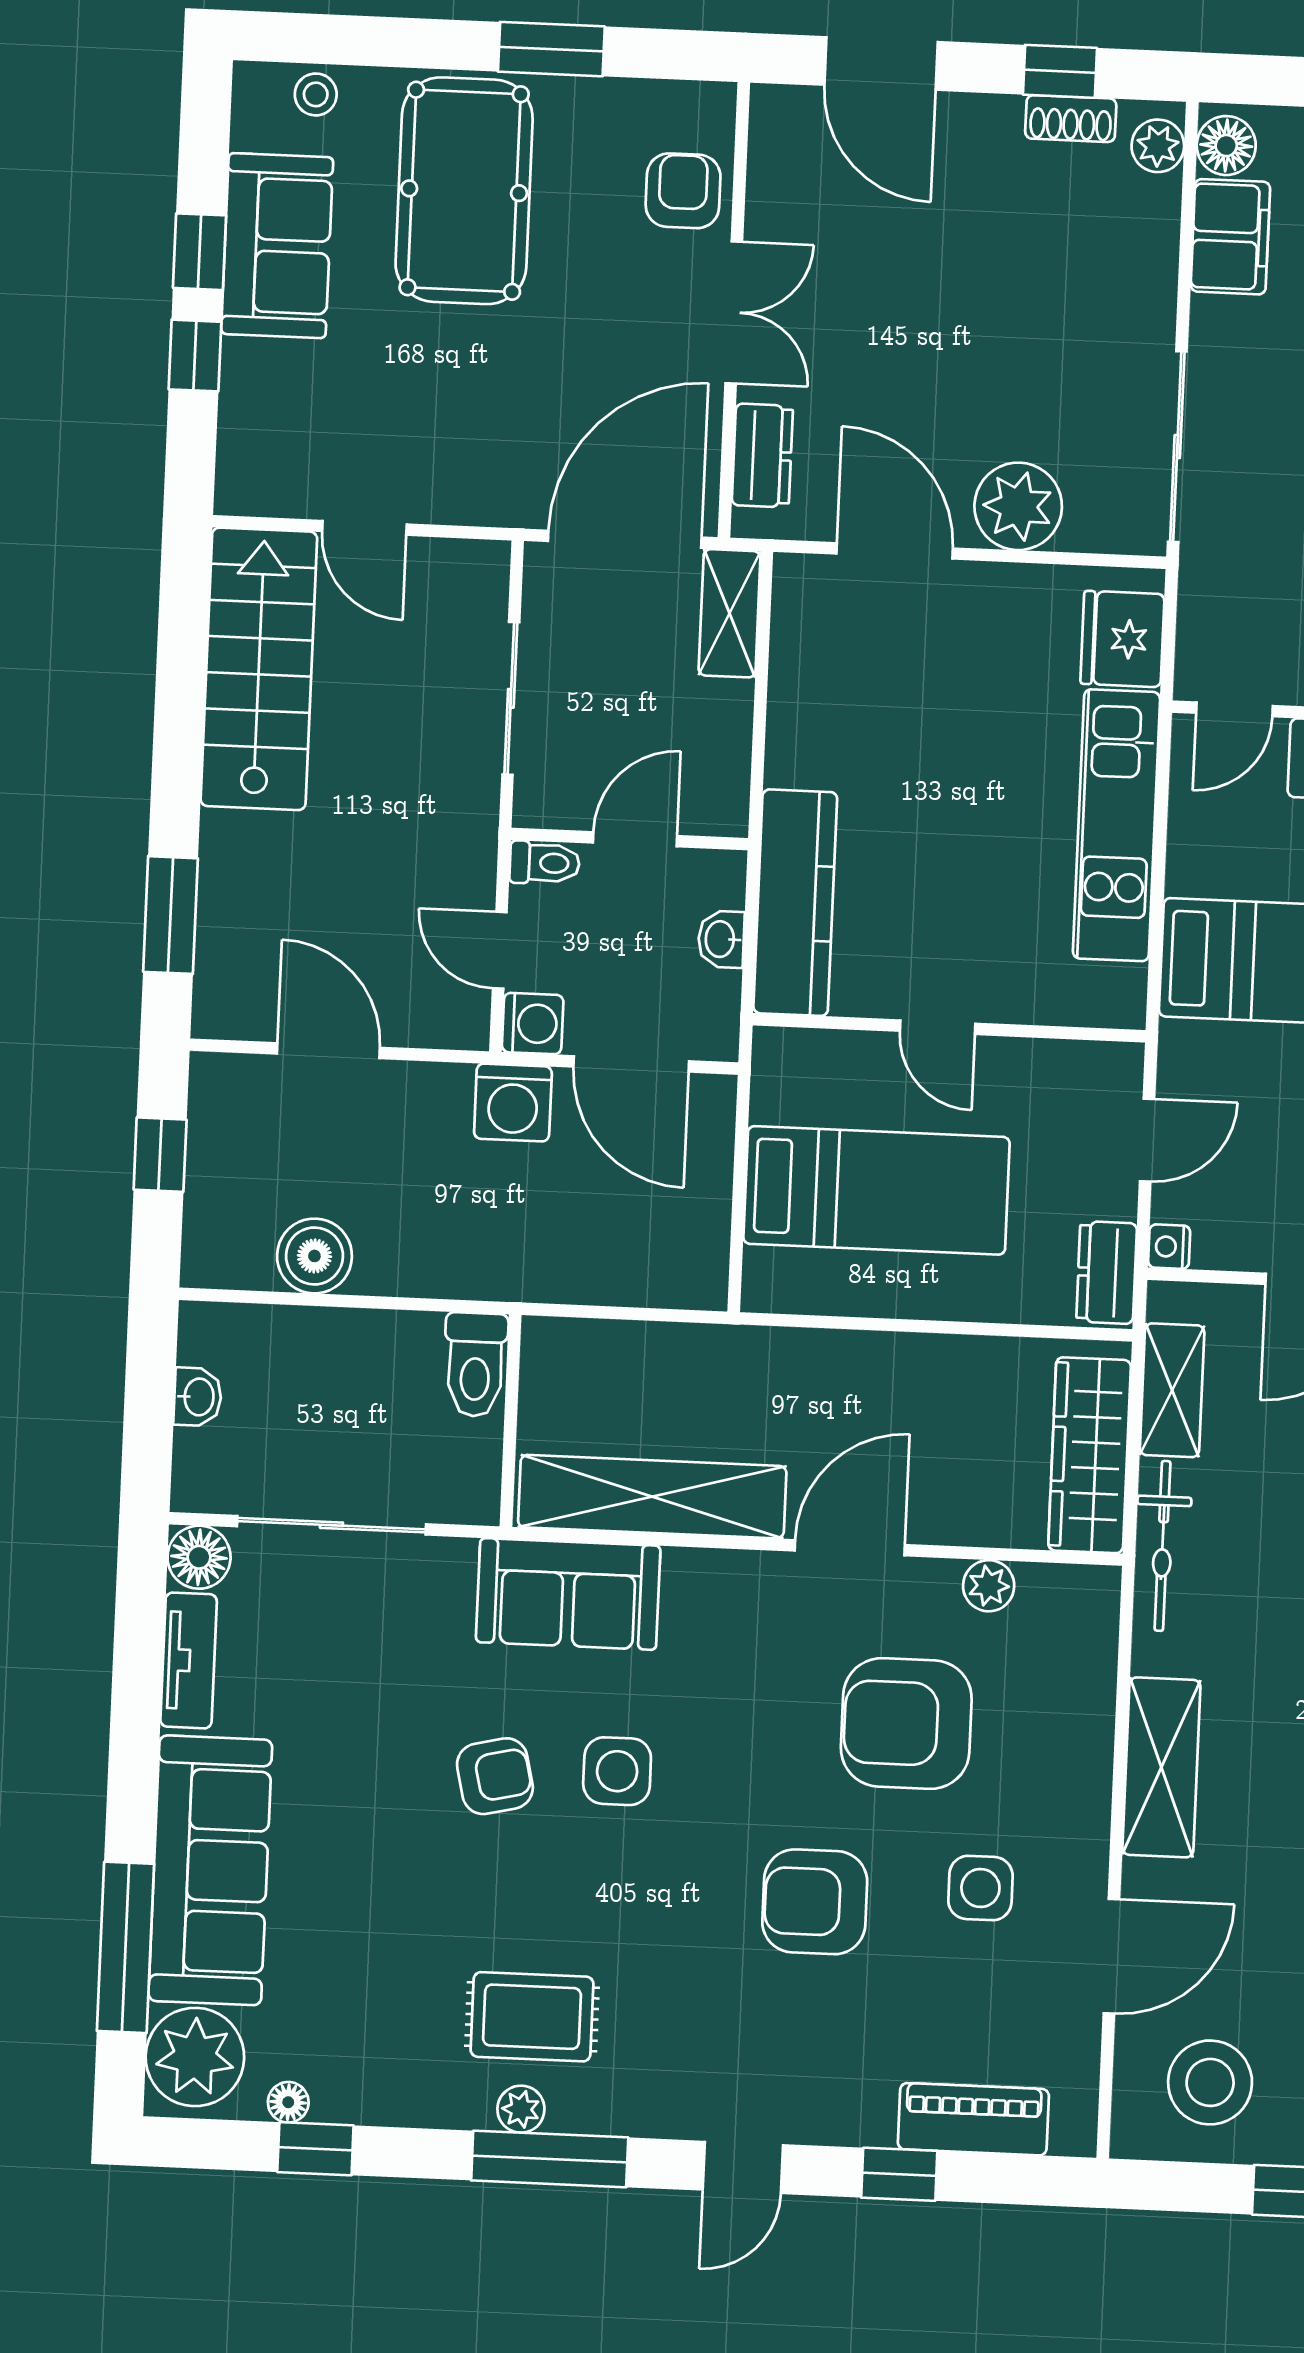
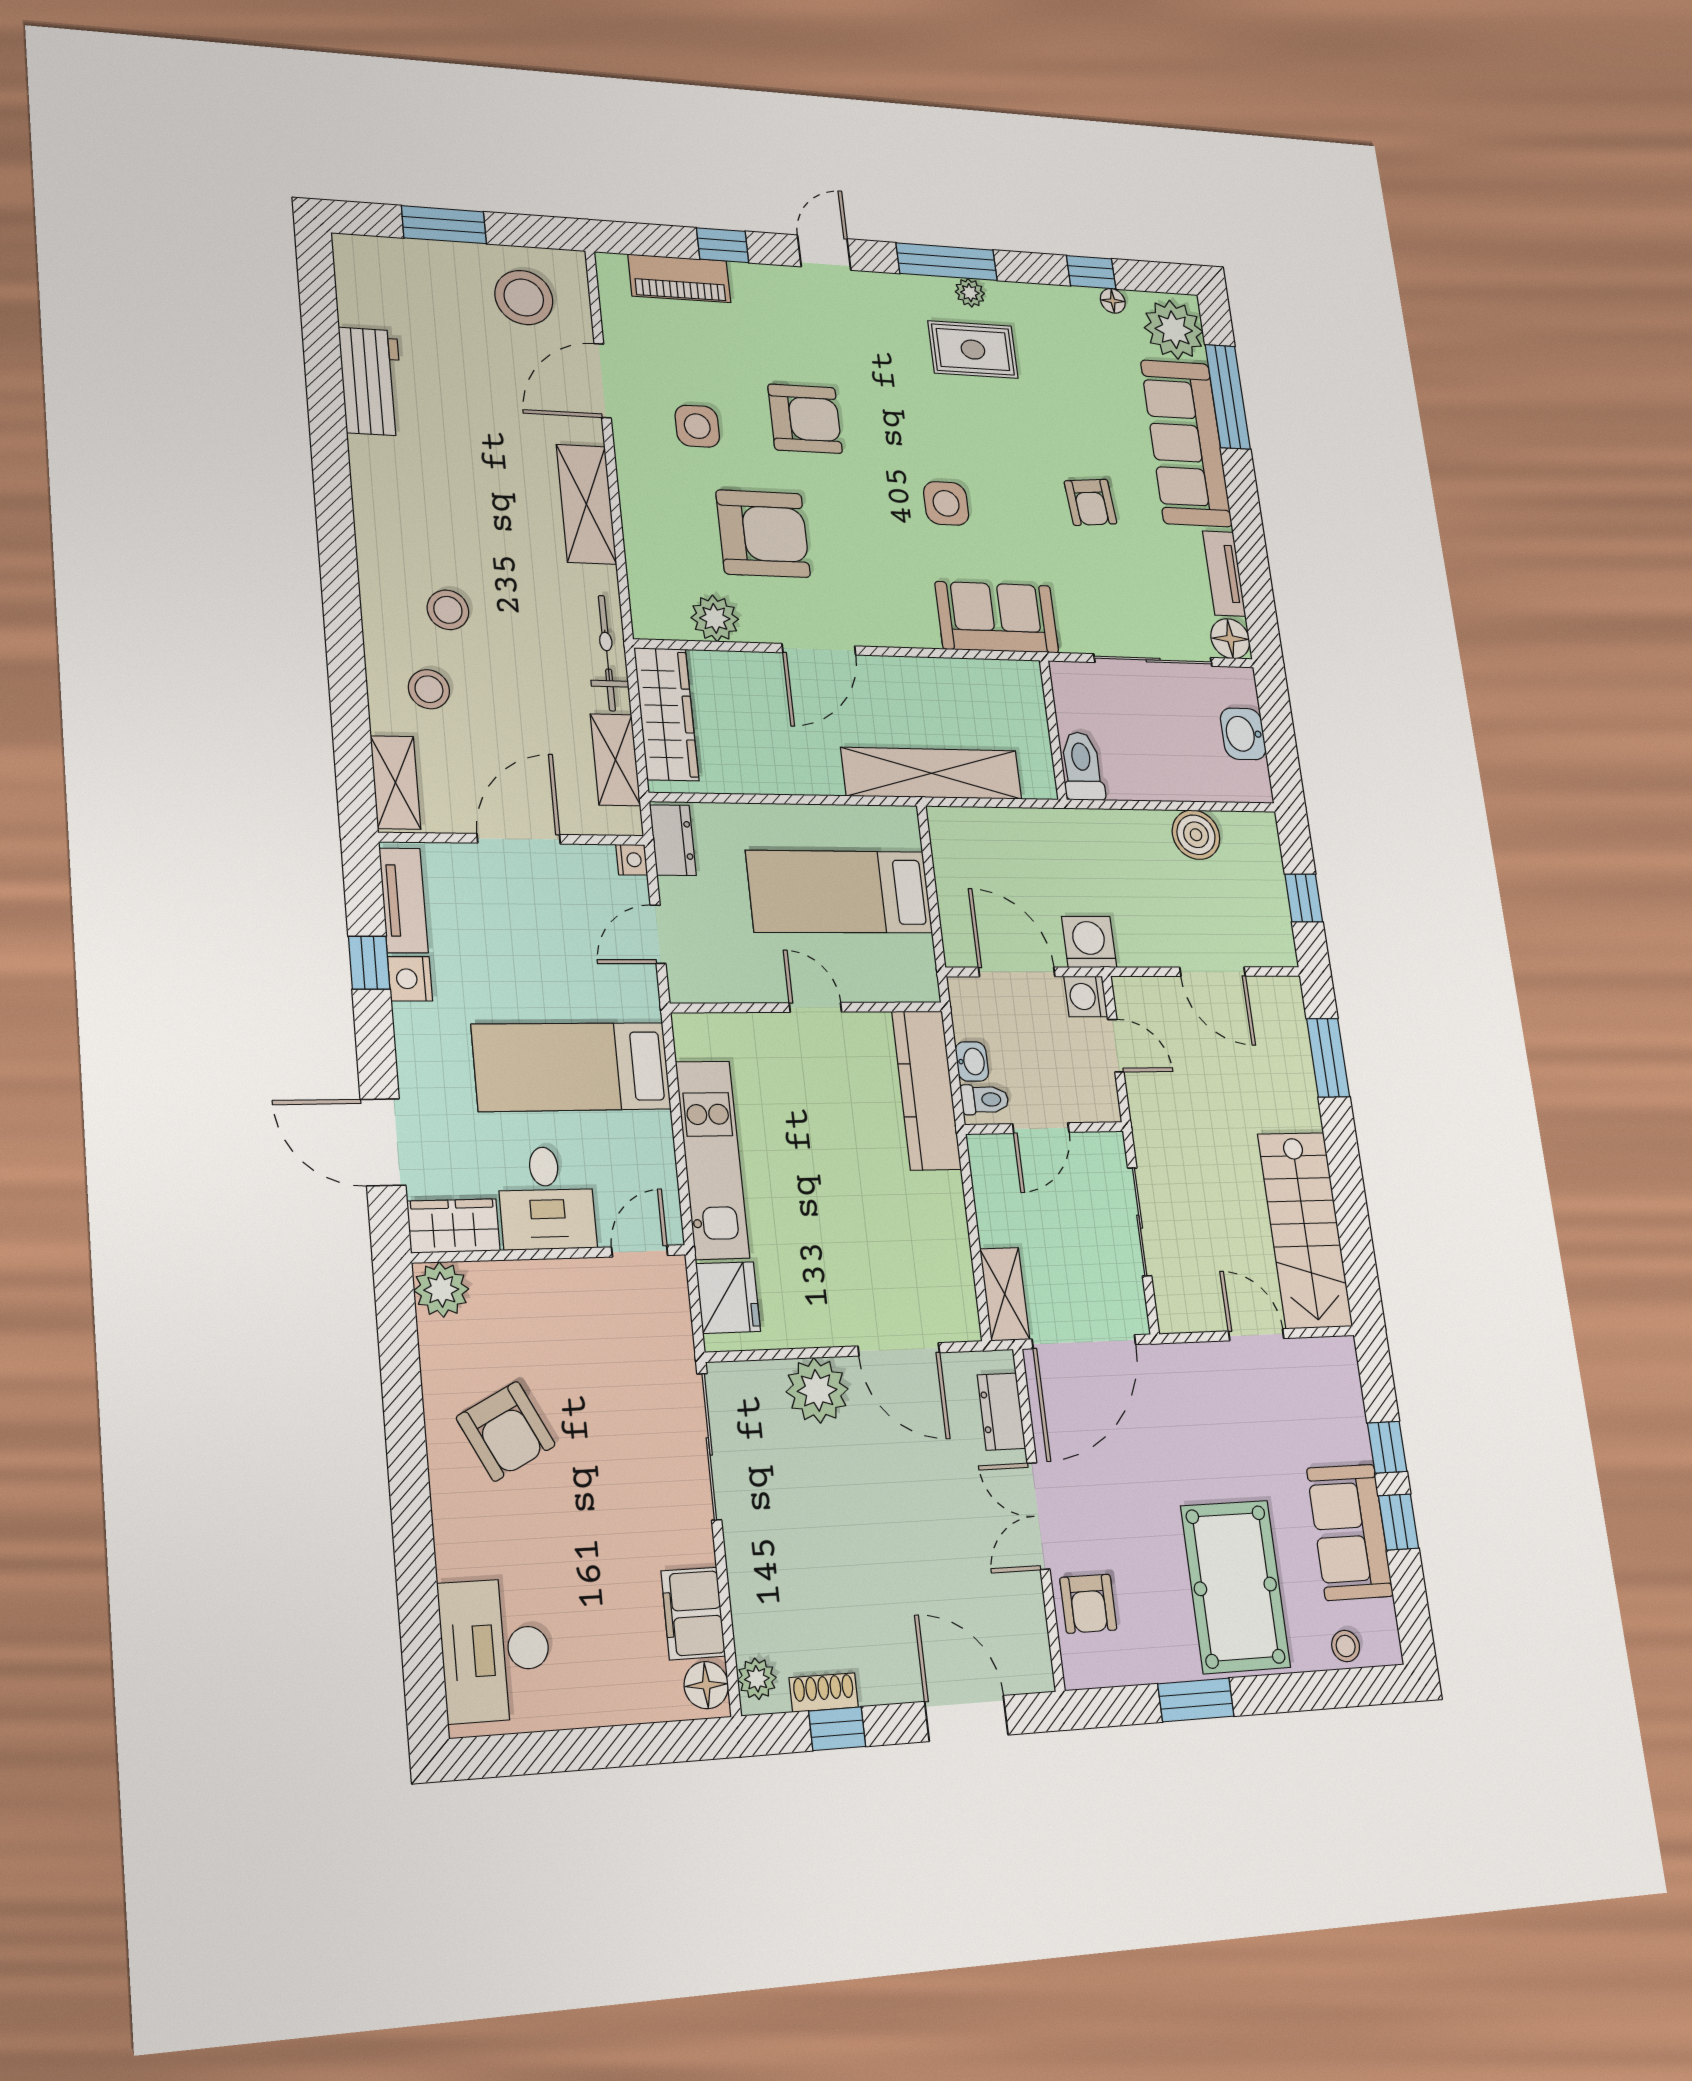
toilet: (545, 863) -> (985, 1100), moved, turned 180
washbasin: (198, 1397) -> (1243, 734), width x1.38, depth x1.45
shelving: (652, 1497) -> (932, 773), moved
plant: (989, 1586) -> (715, 618), width x1.38, depth x1.38
armchair: (495, 1776) -> (1090, 502), moved, turned -82

